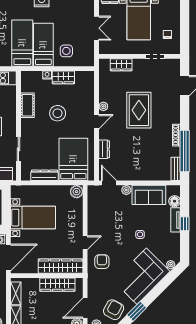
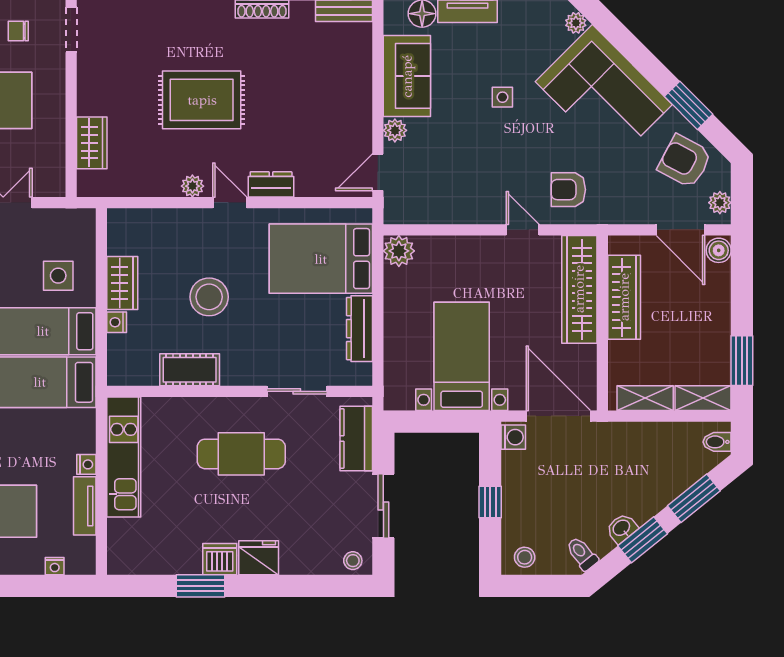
doorway: (155, 56) -> (71, 30), moved
dresser: (104, 149) -> (271, 184), moved

